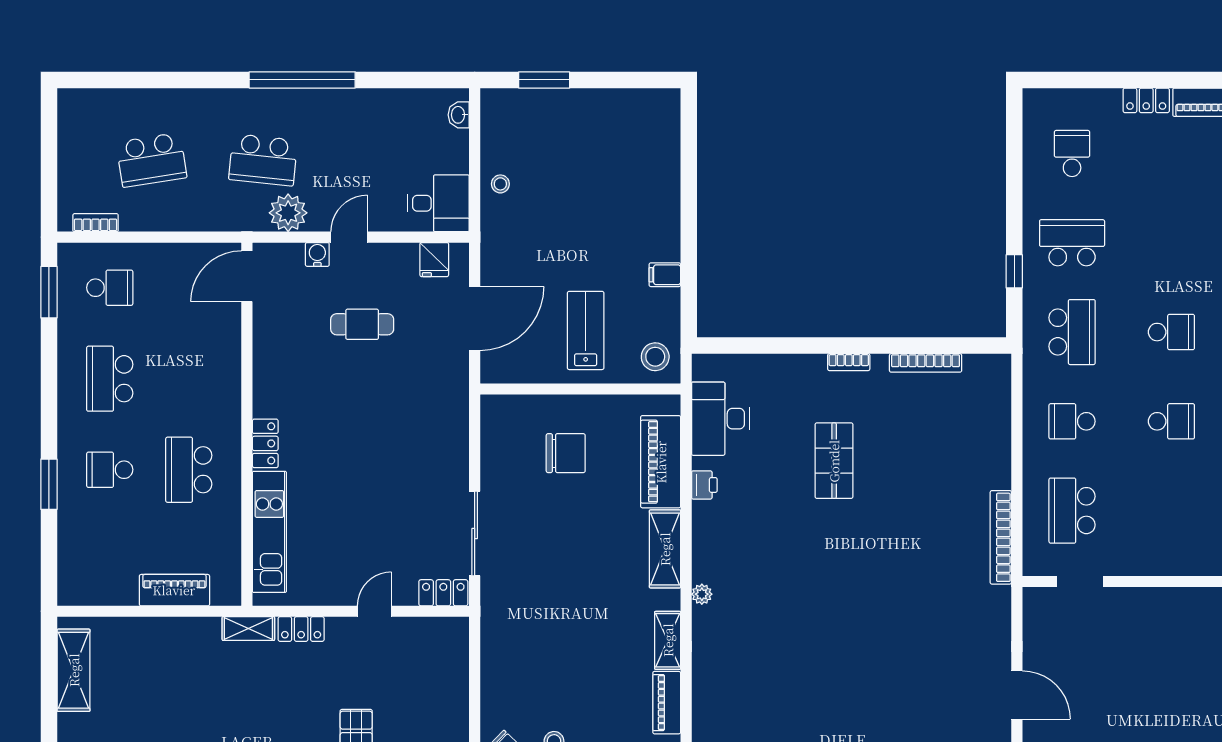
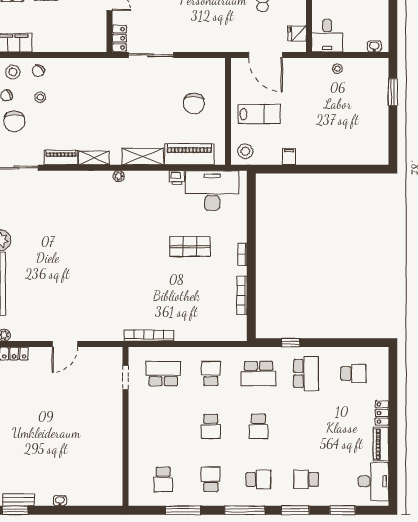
desk: (720, 419) -> (212, 191), width x1.36, depth x1.30

